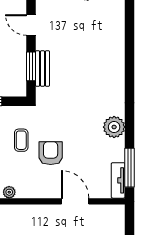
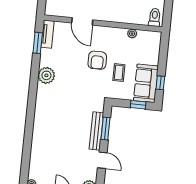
bench: (42, 69) -> (96, 131), width x1.36
window: (130, 168) -> (38, 43), width x0.69

